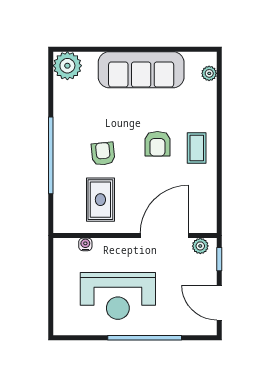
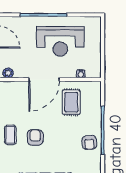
armchair: (103, 154) -> (89, 142), moved
door: (164, 236) -> (44, 79), moved
reception desk: (118, 296) -> (60, 41), turned 180

